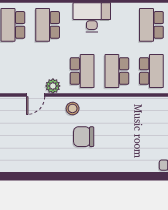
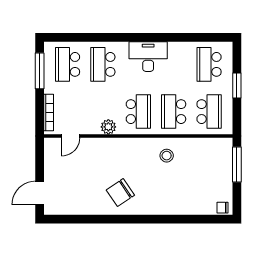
door: (36, 95) -> (70, 136), moved
stool: (73, 108) -> (167, 156), moved
chair: (84, 137) -> (120, 193), moved, turned -34

